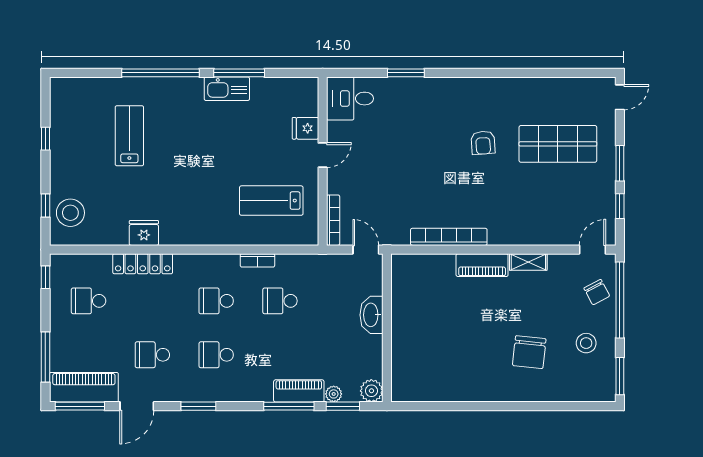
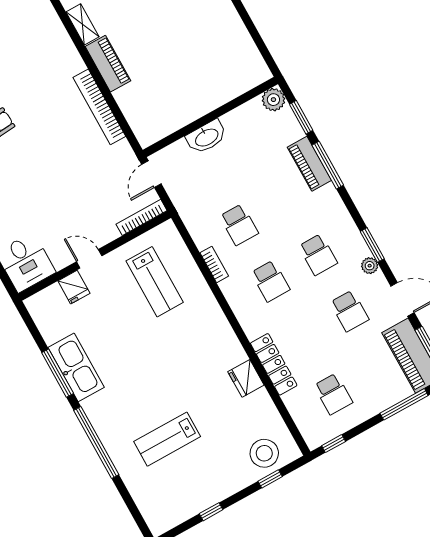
kitchen sink: (227, 89) -> (76, 367), width x1.36, depth x1.24
plant: (334, 394) -> (370, 266), moved

